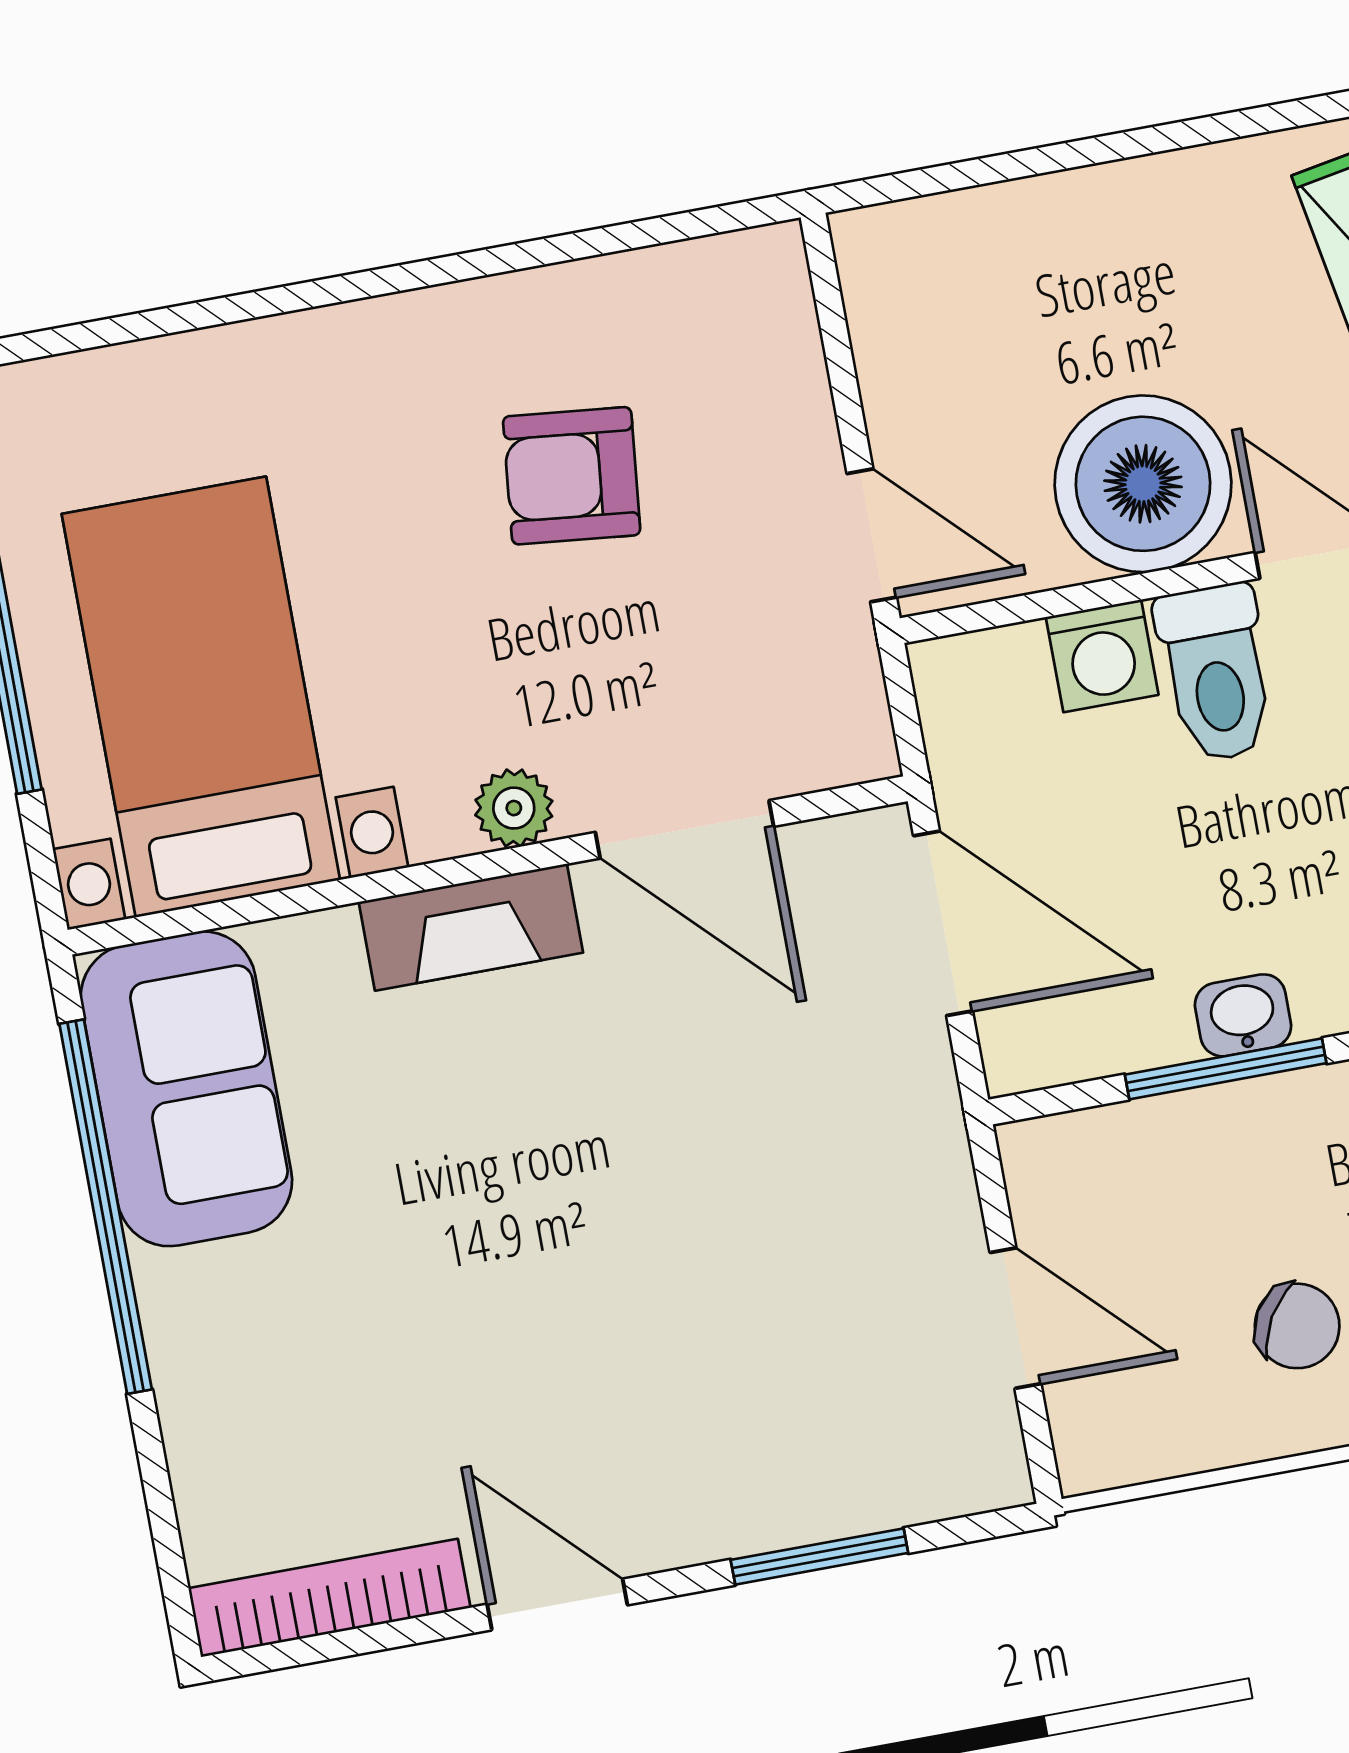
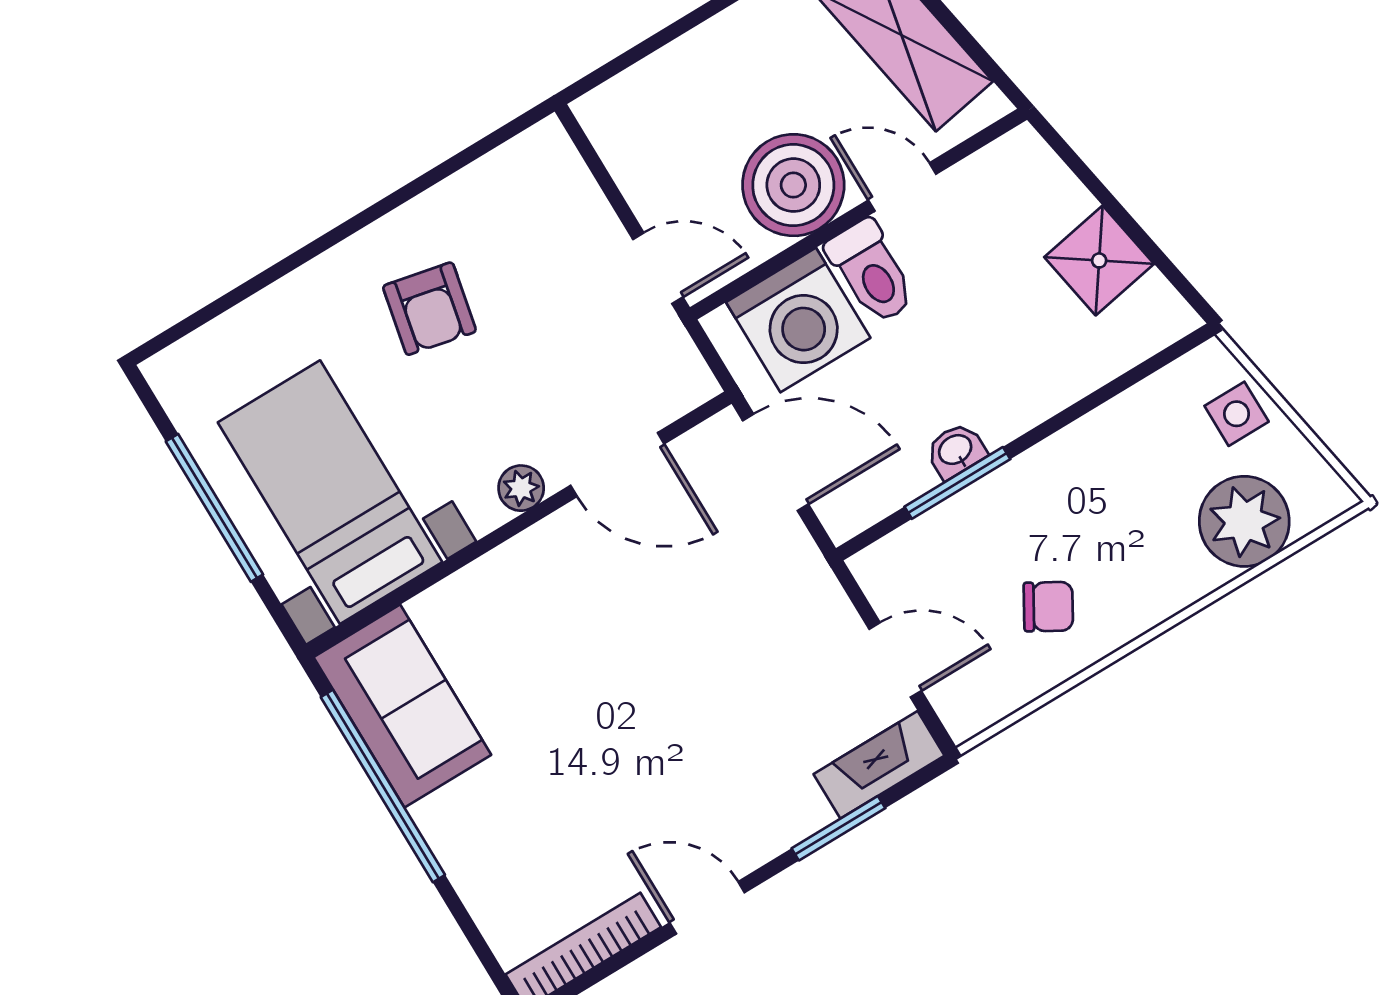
armchair: (572, 476) -> (429, 309), moved, turned -84
washing machine: (1102, 656) -> (798, 320), width x1.89, depth x1.89
fireplace: (471, 927) -> (879, 765), moved, turned 180

